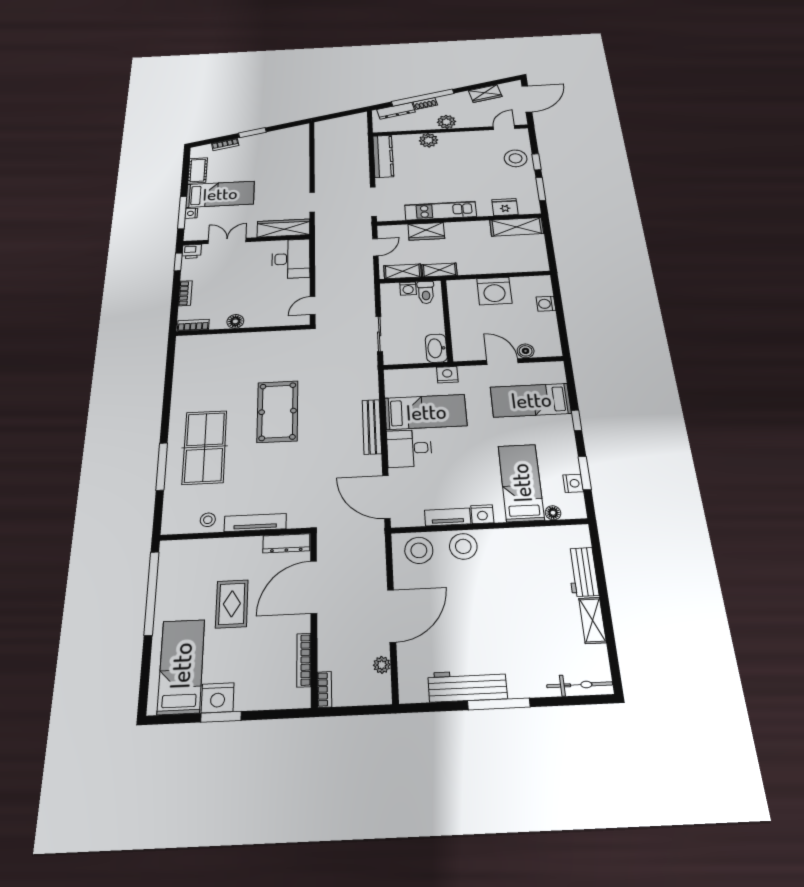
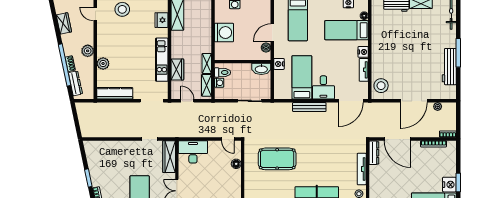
floor lamp: (235, 321) -> (236, 164), moved
boiler: (526, 351) -> (266, 48), moved
pool table: (278, 411) -> (277, 159), moved
stool: (463, 546) -> (380, 63), removed
rug: (232, 604) -> (404, 180), removed
door: (392, 616) -> (414, 101), swing flipped

